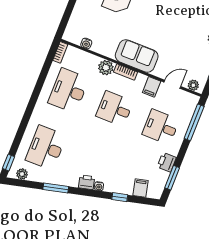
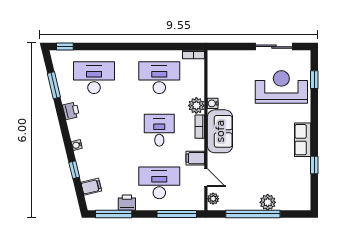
water cooler: (86, 43) -> (213, 103), moved
desk: (161, 127) -> (159, 183), width x1.37
plant: (22, 174) -> (59, 64), removed
window: (172, 178) -> (114, 214), width x1.44
printer: (87, 182) -> (71, 111), moved
window: (56, 188) -> (54, 85), moved

